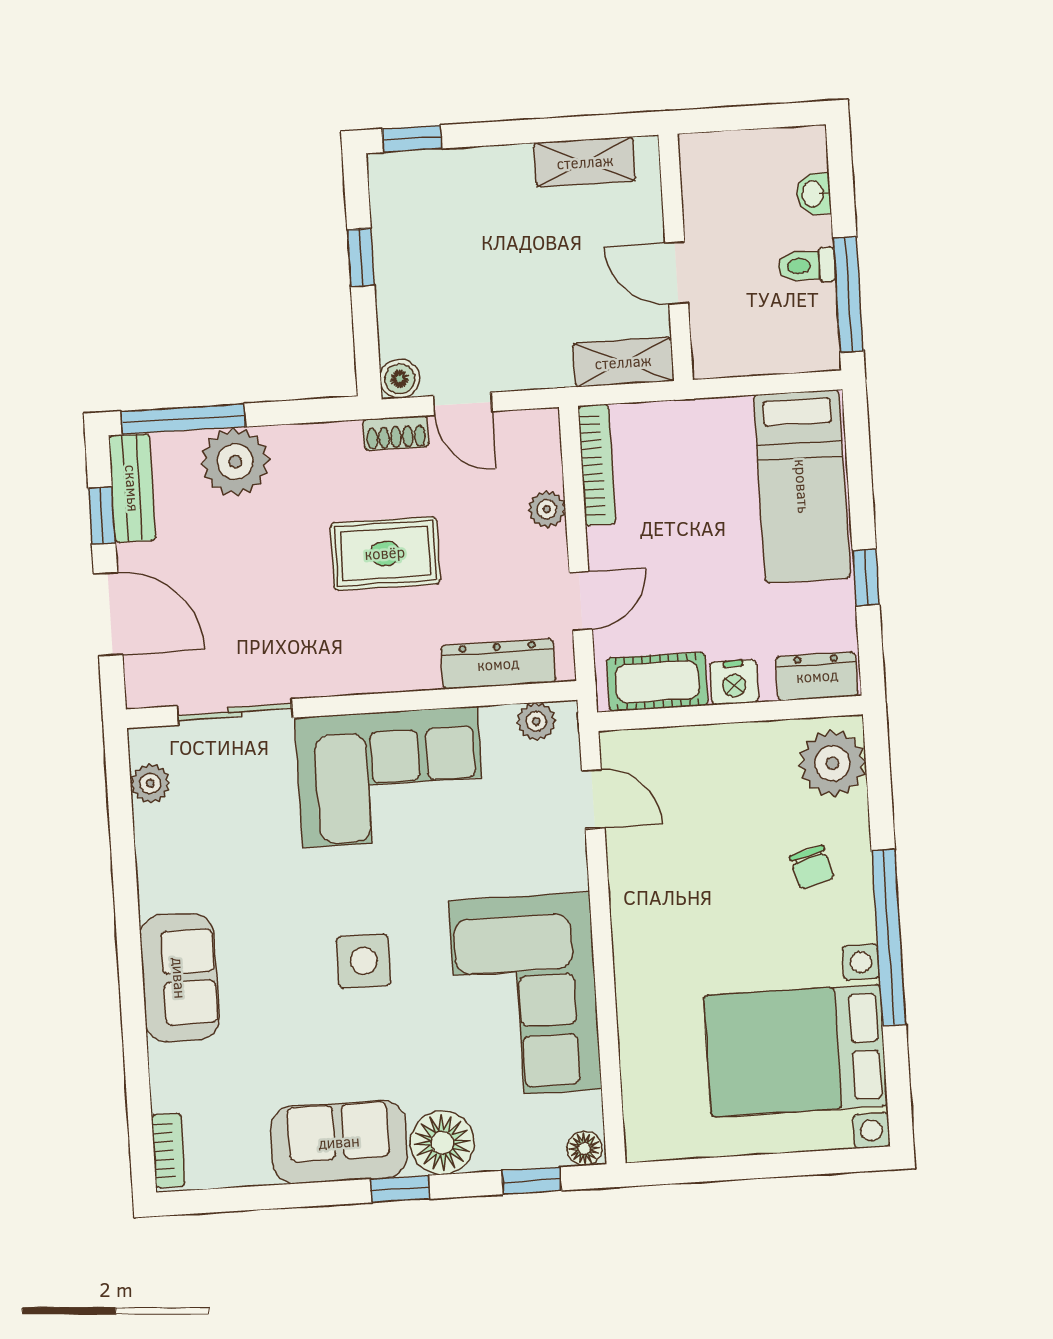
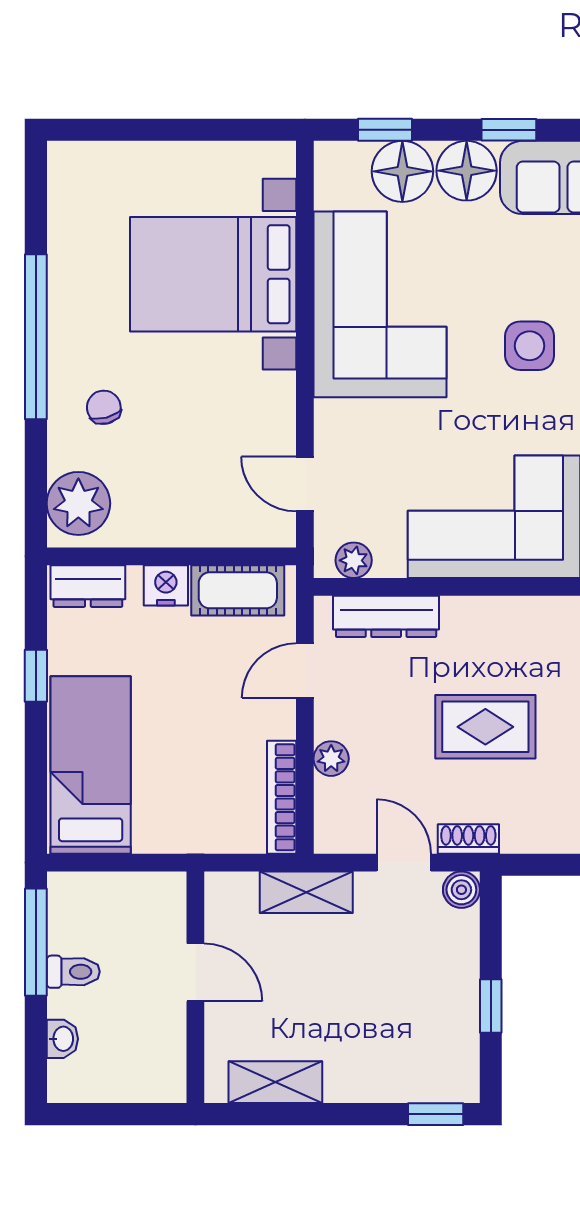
shelving: (623, 362) -> (306, 892), moved
bed with nightstands: (796, 1051) -> (213, 274), moved, turned 180
floor lamp: (584, 1148) -> (402, 171), moved, width x1.89, depth x1.89

